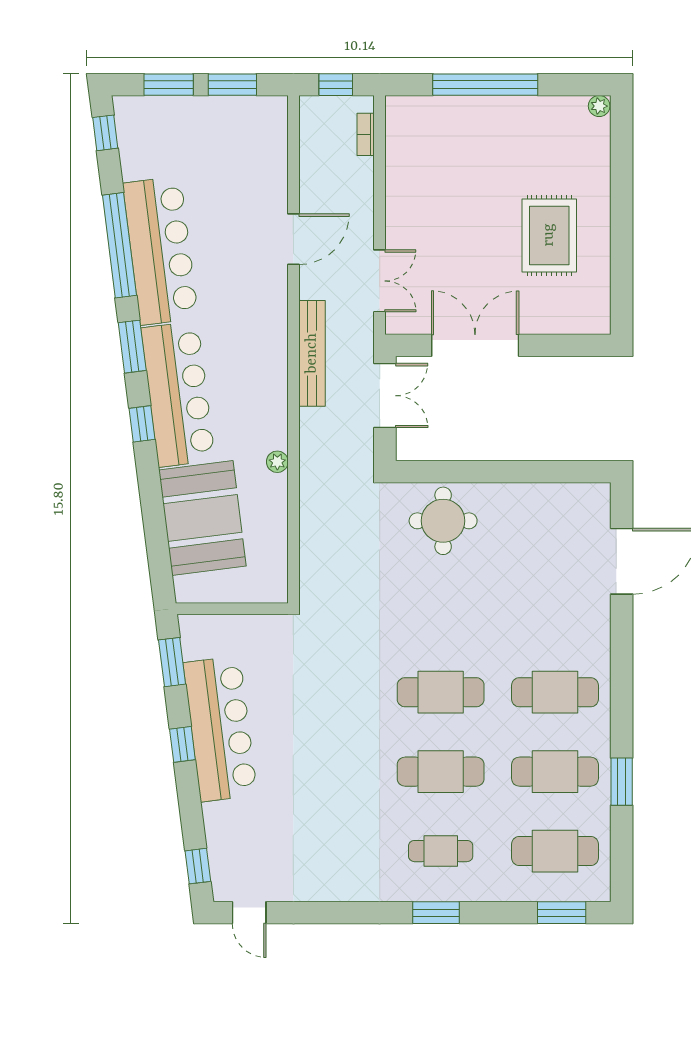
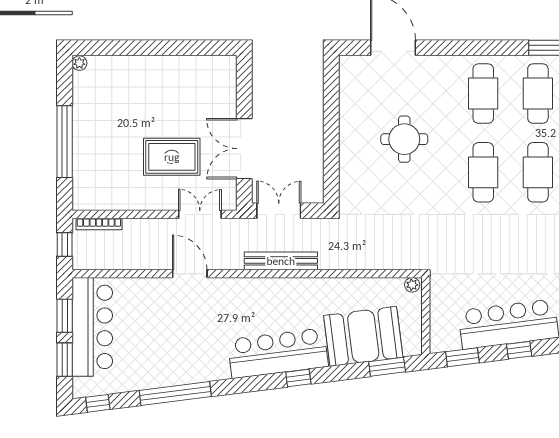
bookcase: (366, 134) -> (99, 224), width x1.56
rug: (549, 235) -> (172, 157), moved
door: (293, 239) -> (190, 274), moved
bar counter: (161, 251) -> (92, 327), moved, turned 97
window: (132, 347) -> (387, 367), moved
bench: (312, 353) -> (281, 261), moved
plant: (277, 462) -> (412, 285), moved
round table: (443, 521) -> (404, 139), moved

